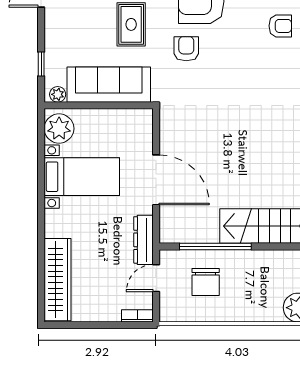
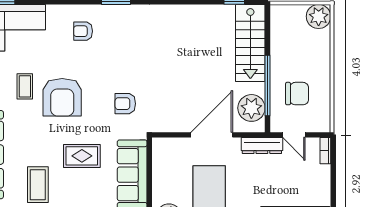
armchair: (280, 26) -> (83, 31), turned -90
armchair: (186, 49) -> (125, 104), moved
plant: (188, 227) -> (251, 108), added

